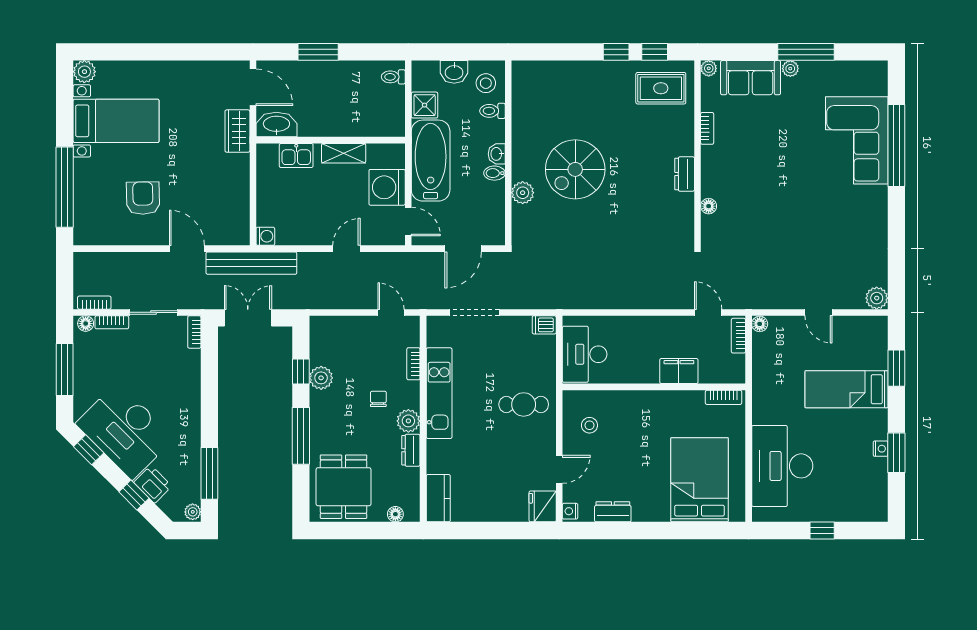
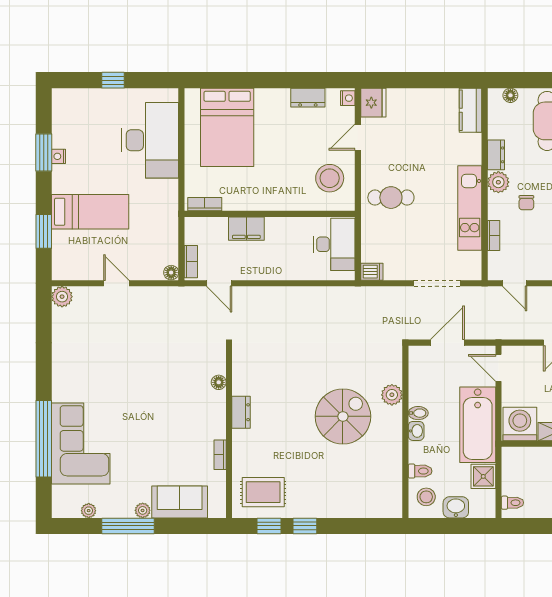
plant: (709, 68) -> (89, 511), moved
washing machine: (387, 187) -> (520, 424), moved, turned -90
stool: (589, 425) -> (330, 178), width x1.89, depth x1.89

